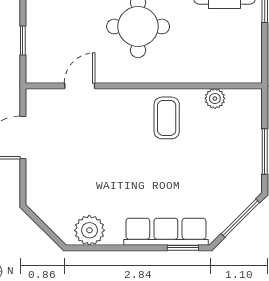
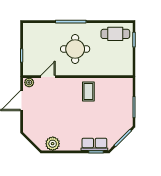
plant: (215, 98) -> (29, 82), moved
row of seats: (166, 232) -> (94, 144), width x0.68

